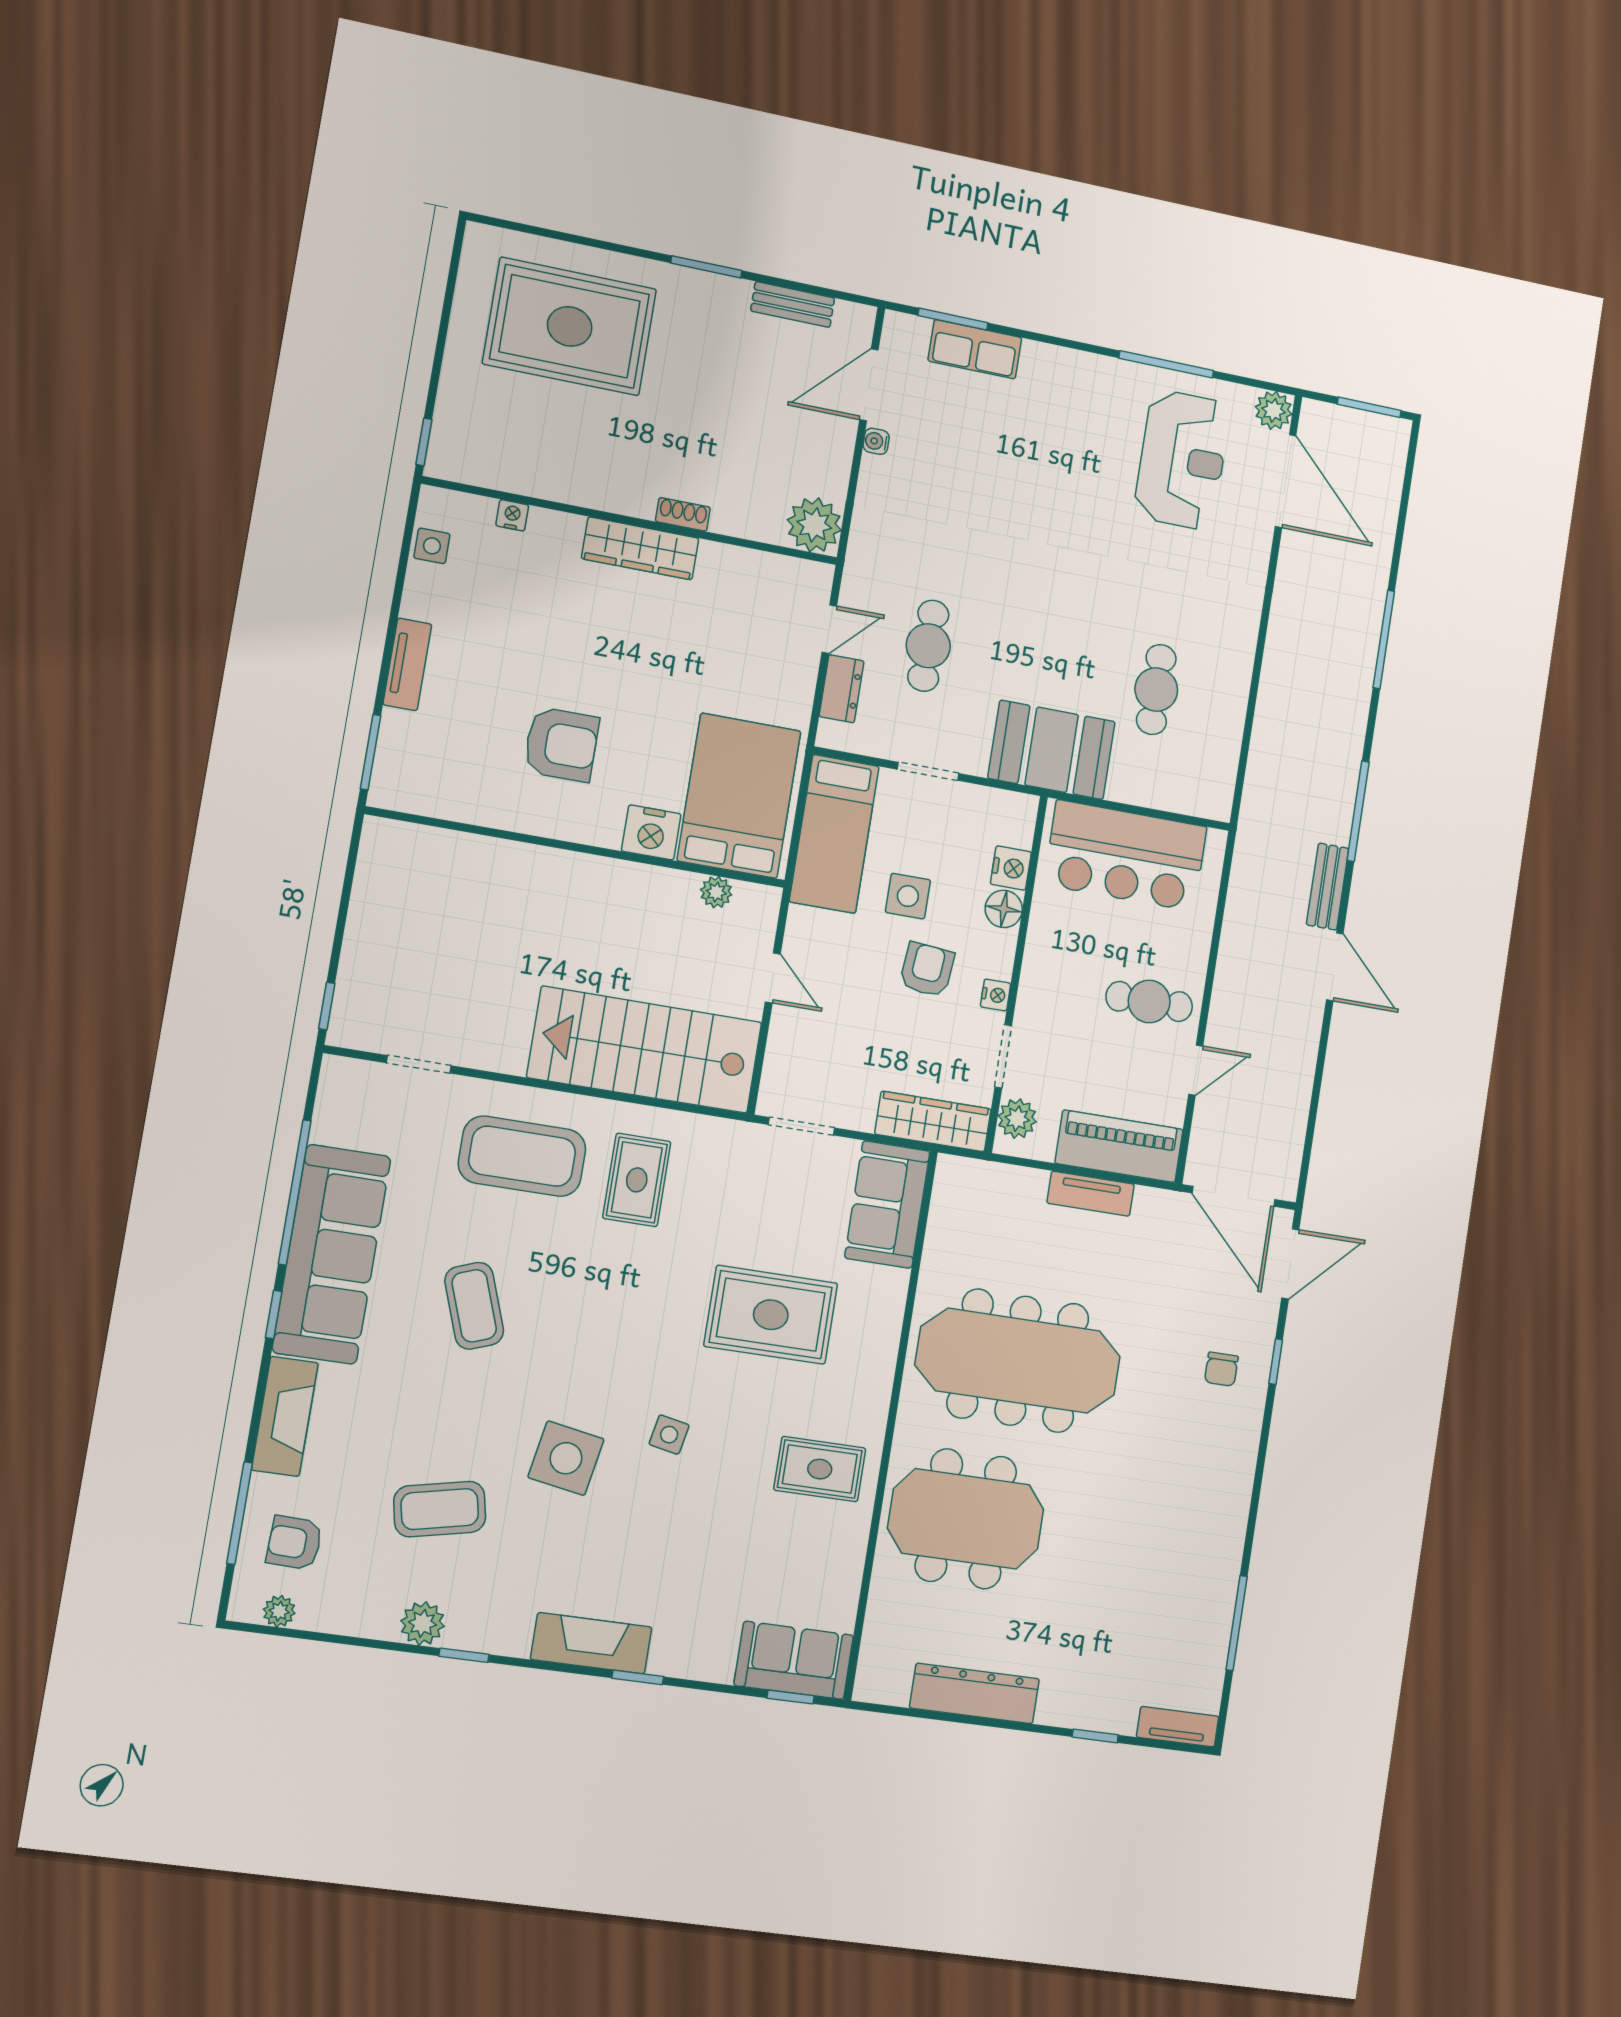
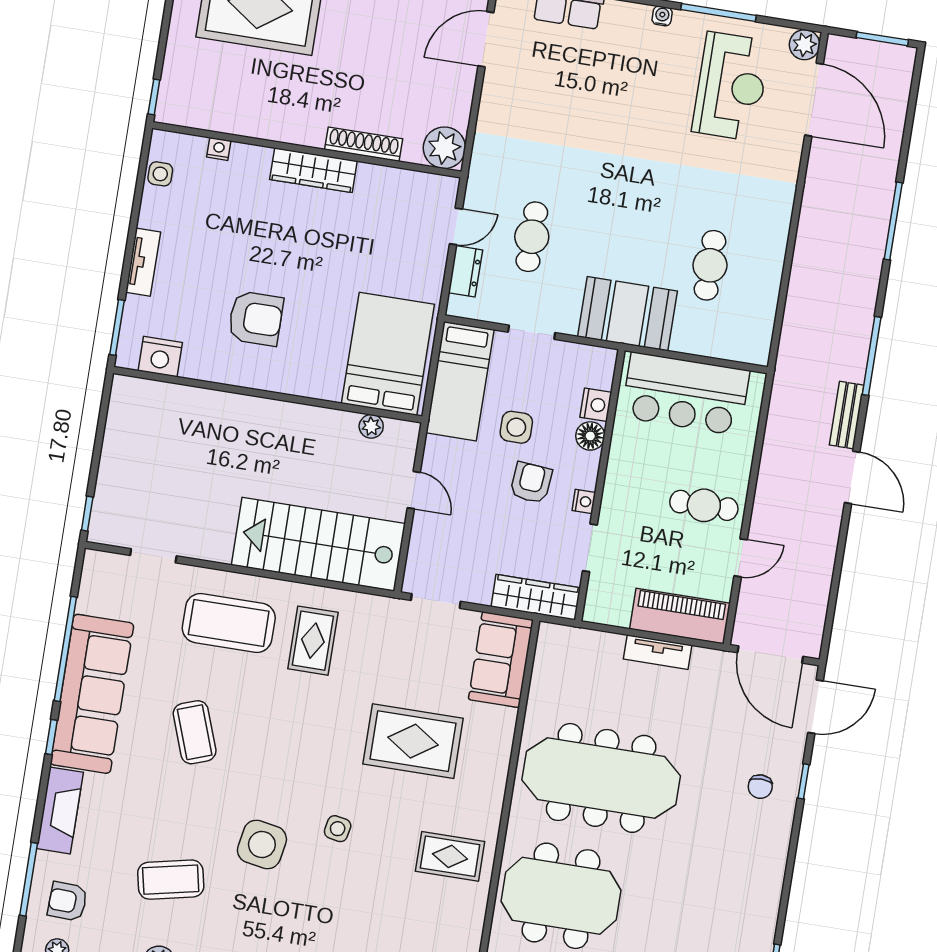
water cooler: (876, 441) -> (662, 16), moved, turned 90
shoe rack: (683, 514) -> (364, 144), width x1.94, depth x1.24
nightstand: (651, 832) -> (160, 357), moved
plant: (1017, 1119) -> (601, 595), removed

